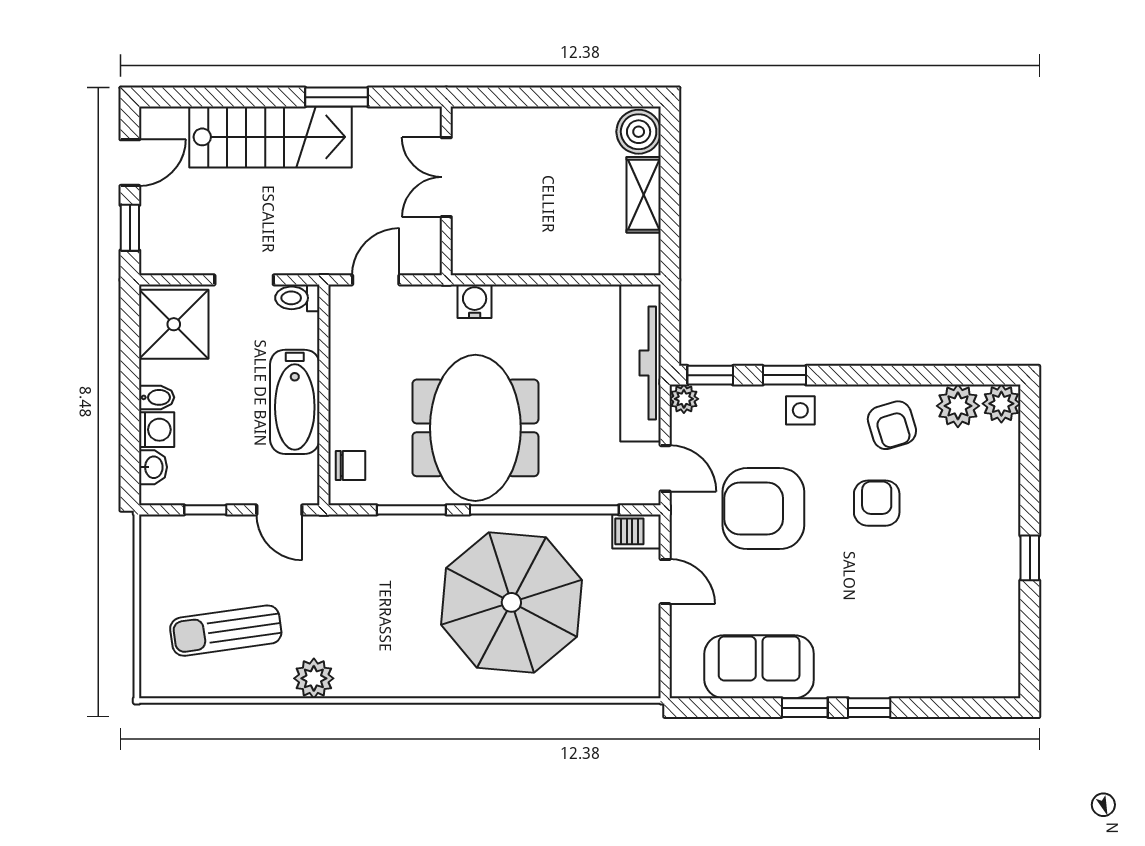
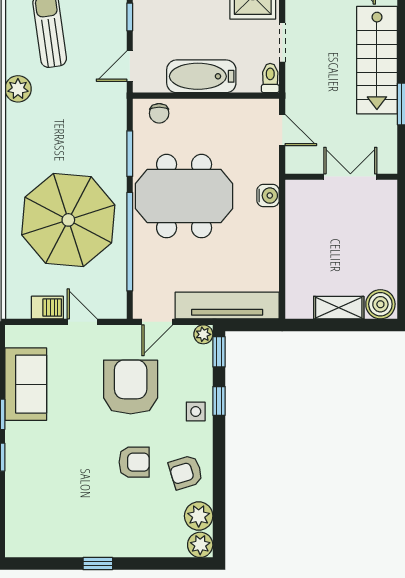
barbecue: (637, 531) -> (47, 308), moved, turned 90
door: (665, 582) -> (82, 322), swing flipped

